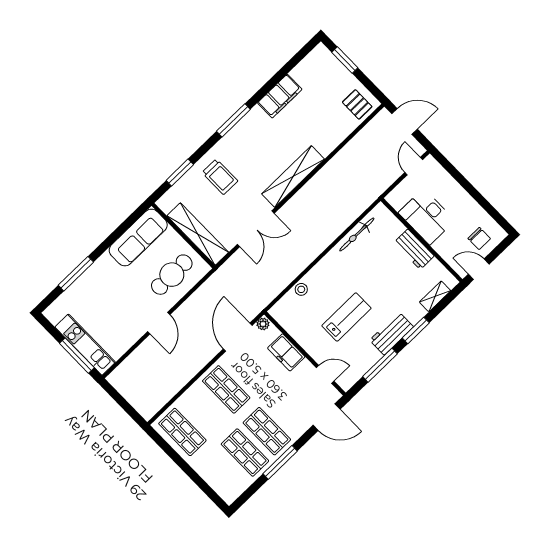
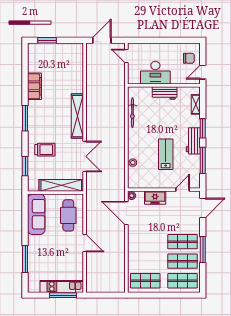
pallet: (357, 104) -> (73, 54), removed
shop shelf: (226, 389) -> (183, 281), moved

